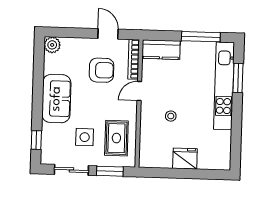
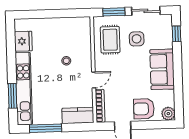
armchair: (102, 70) -> (144, 109), moved
fridge: (185, 159) -> (23, 41), moved, turned -90

